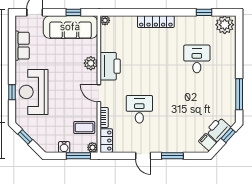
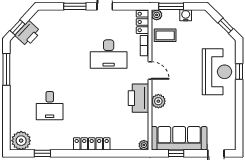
row of seats: (22, 46) -> (229, 119), removed
desk: (139, 109) -> (109, 54), width x1.37
filing cabinet: (208, 142) -> (39, 20), removed

